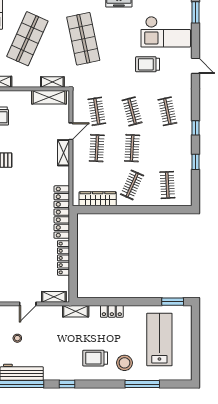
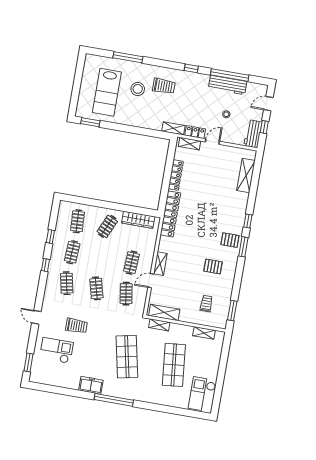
checkout: (166, 32) -> (56, 350), width x0.73, depth x0.83
shop shelf: (27, 39) -> (174, 365), turned -30
clothes rail: (132, 148) -> (72, 252), moved
locker: (112, 311) -> (195, 132), moved
stool: (124, 363) -> (138, 89), moved

